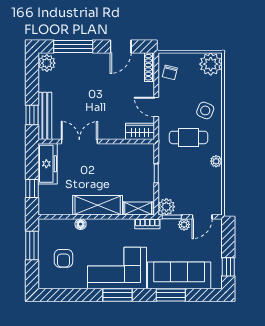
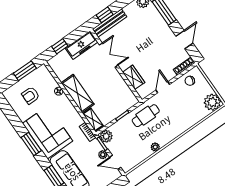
door: (121, 47) -> (184, 40), swing flipped
side table: (205, 110) -> (182, 119), removed
wardrobe: (140, 131) -> (134, 77), moved
cafe table: (189, 137) -> (146, 116), moved, turned 90

